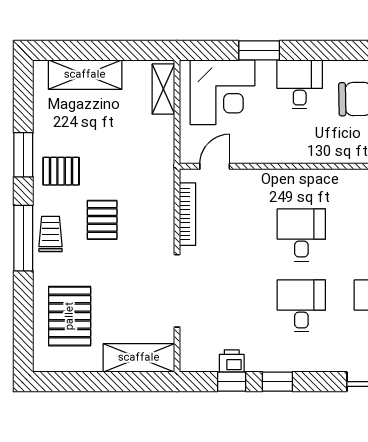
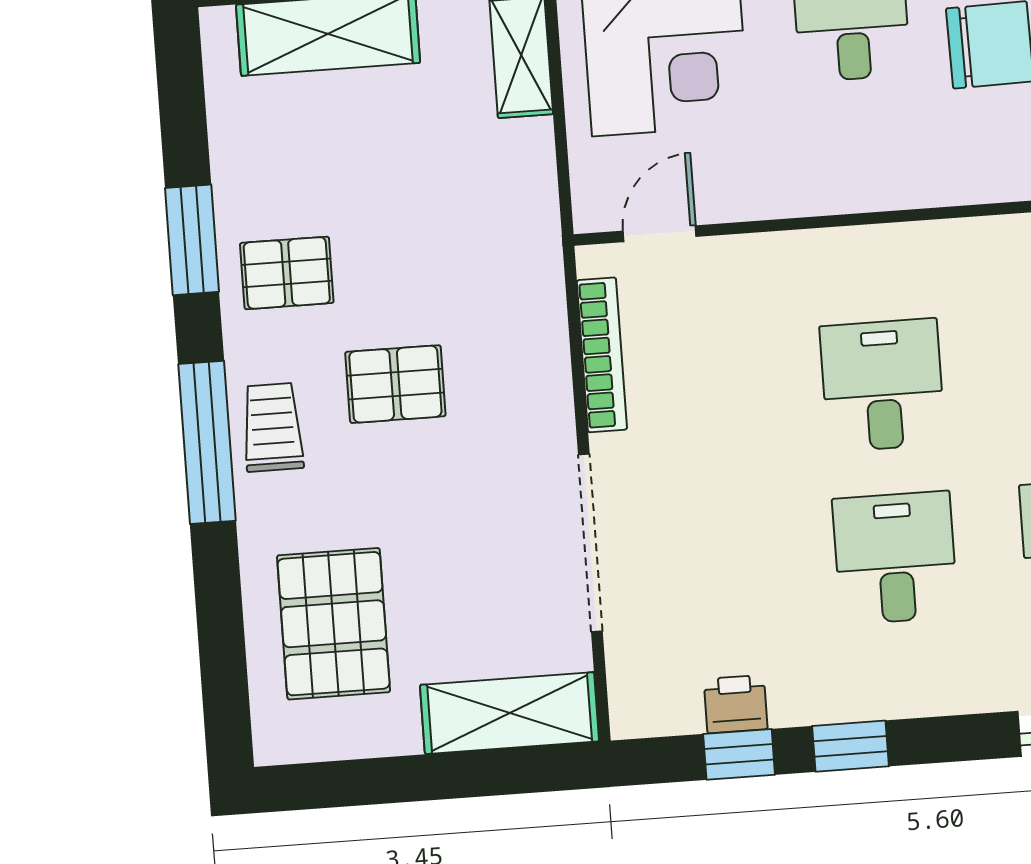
pallet: (102, 220) -> (395, 384), turned 90

